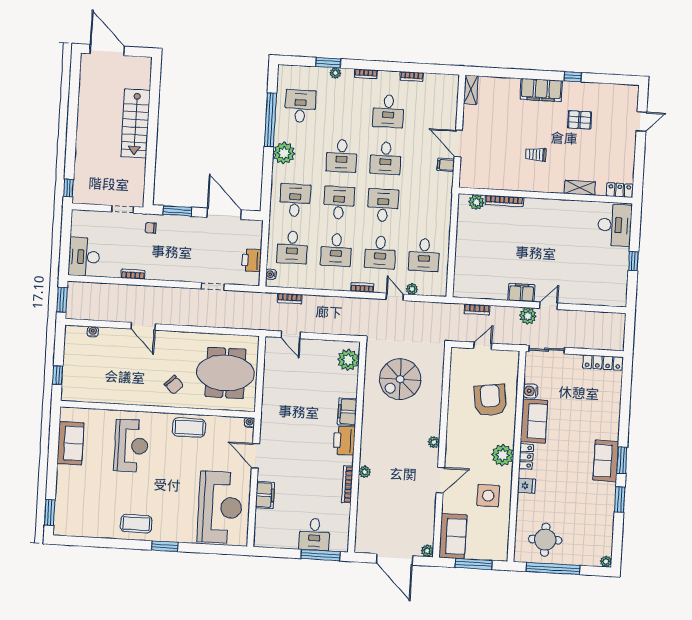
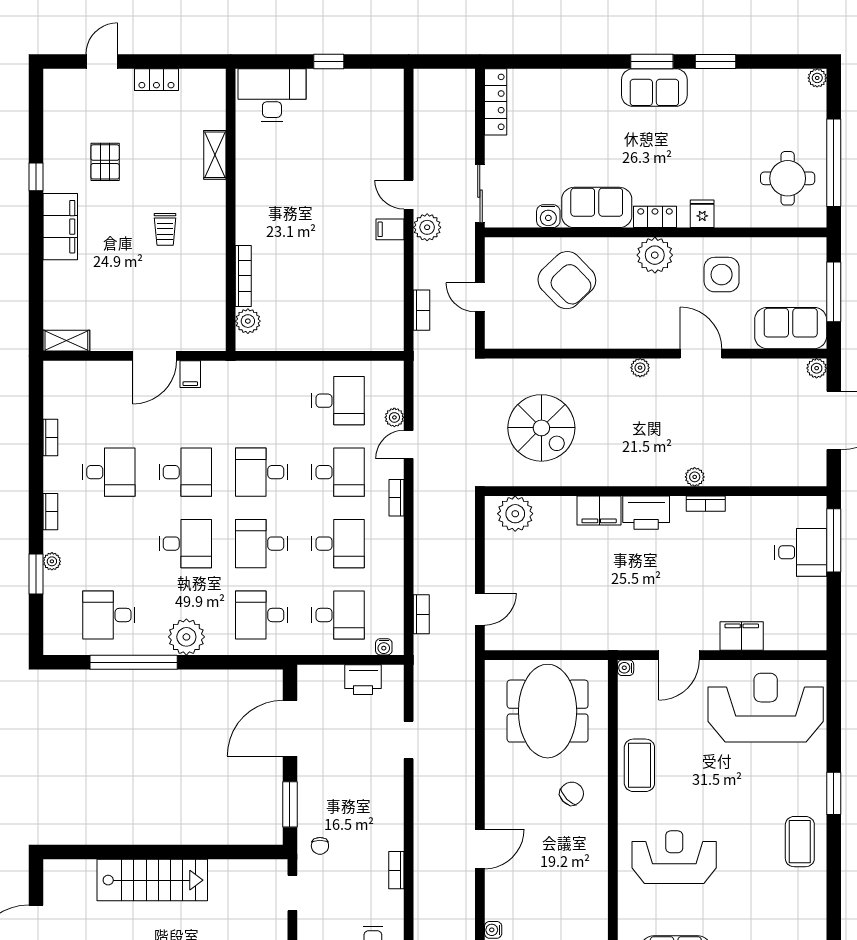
door: (641, 121) -> (102, 61), hinge flipped
locker: (620, 190) -> (156, 80), moved, turned -90
filing cabinet: (521, 293) -> (390, 229), width x0.50
armchair: (490, 400) -> (567, 280), turned -126
bookcase: (347, 484) -> (706, 504), width x0.64

